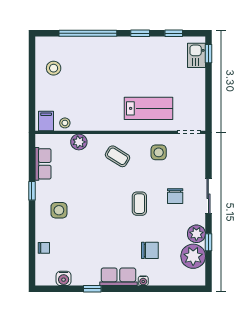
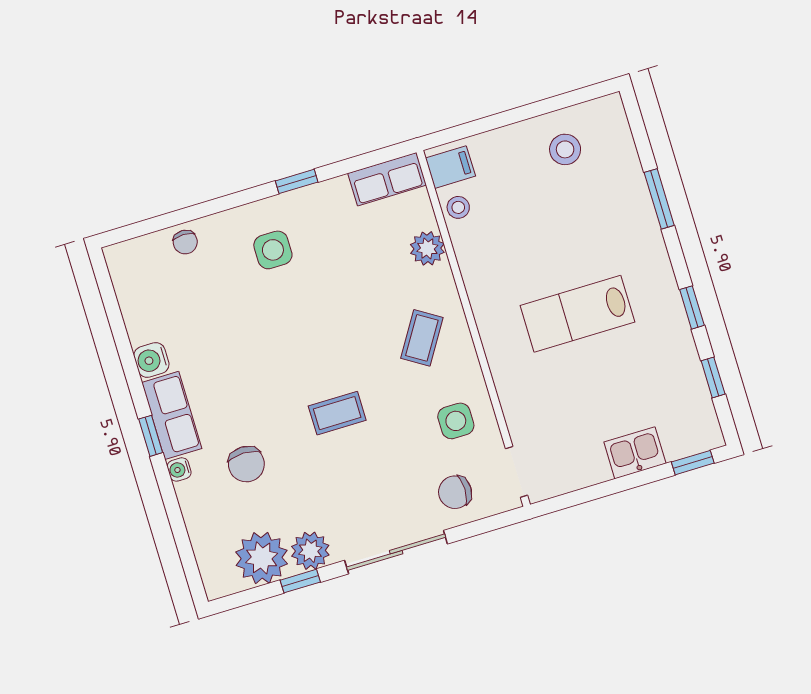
window: (88, 33) -> (659, 199), width x0.47
kitchen sink: (196, 55) -> (635, 453), moved
lab bench: (149, 108) -> (577, 314), moved, turned 90
row of seats: (43, 164) -> (387, 179), moved
chair: (175, 196) -> (455, 492), moved
sliding door: (208, 196) -> (396, 552), width x1.37
water cooler: (64, 278) -> (151, 360), moved
window: (92, 289) -> (151, 436), moved

